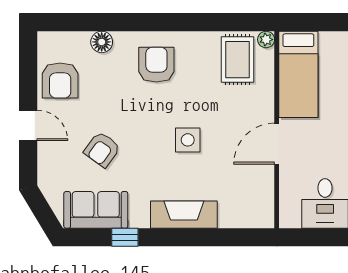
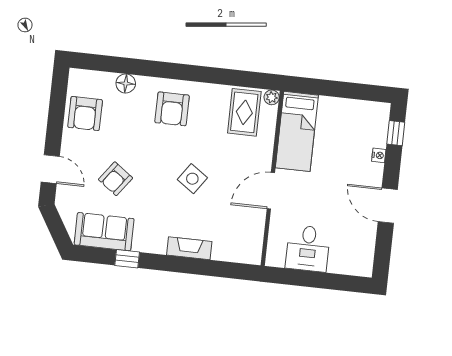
armchair: (156, 65) -> (172, 109), turned 180
door: (28, 125) -> (50, 169), moved
side table: (188, 140) -> (192, 179), turned 35
fireplace: (184, 215) -> (189, 248), width x0.73, depth x0.76

